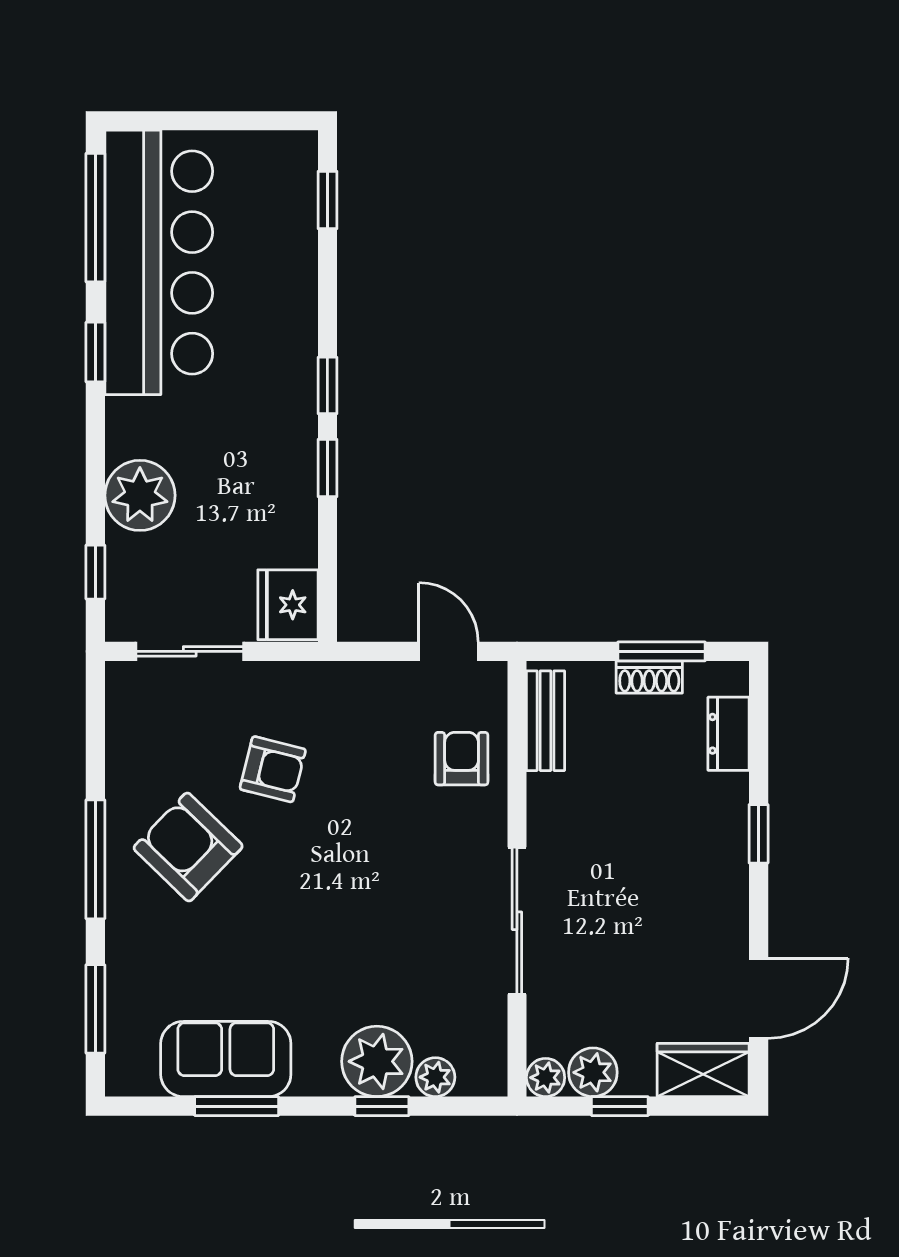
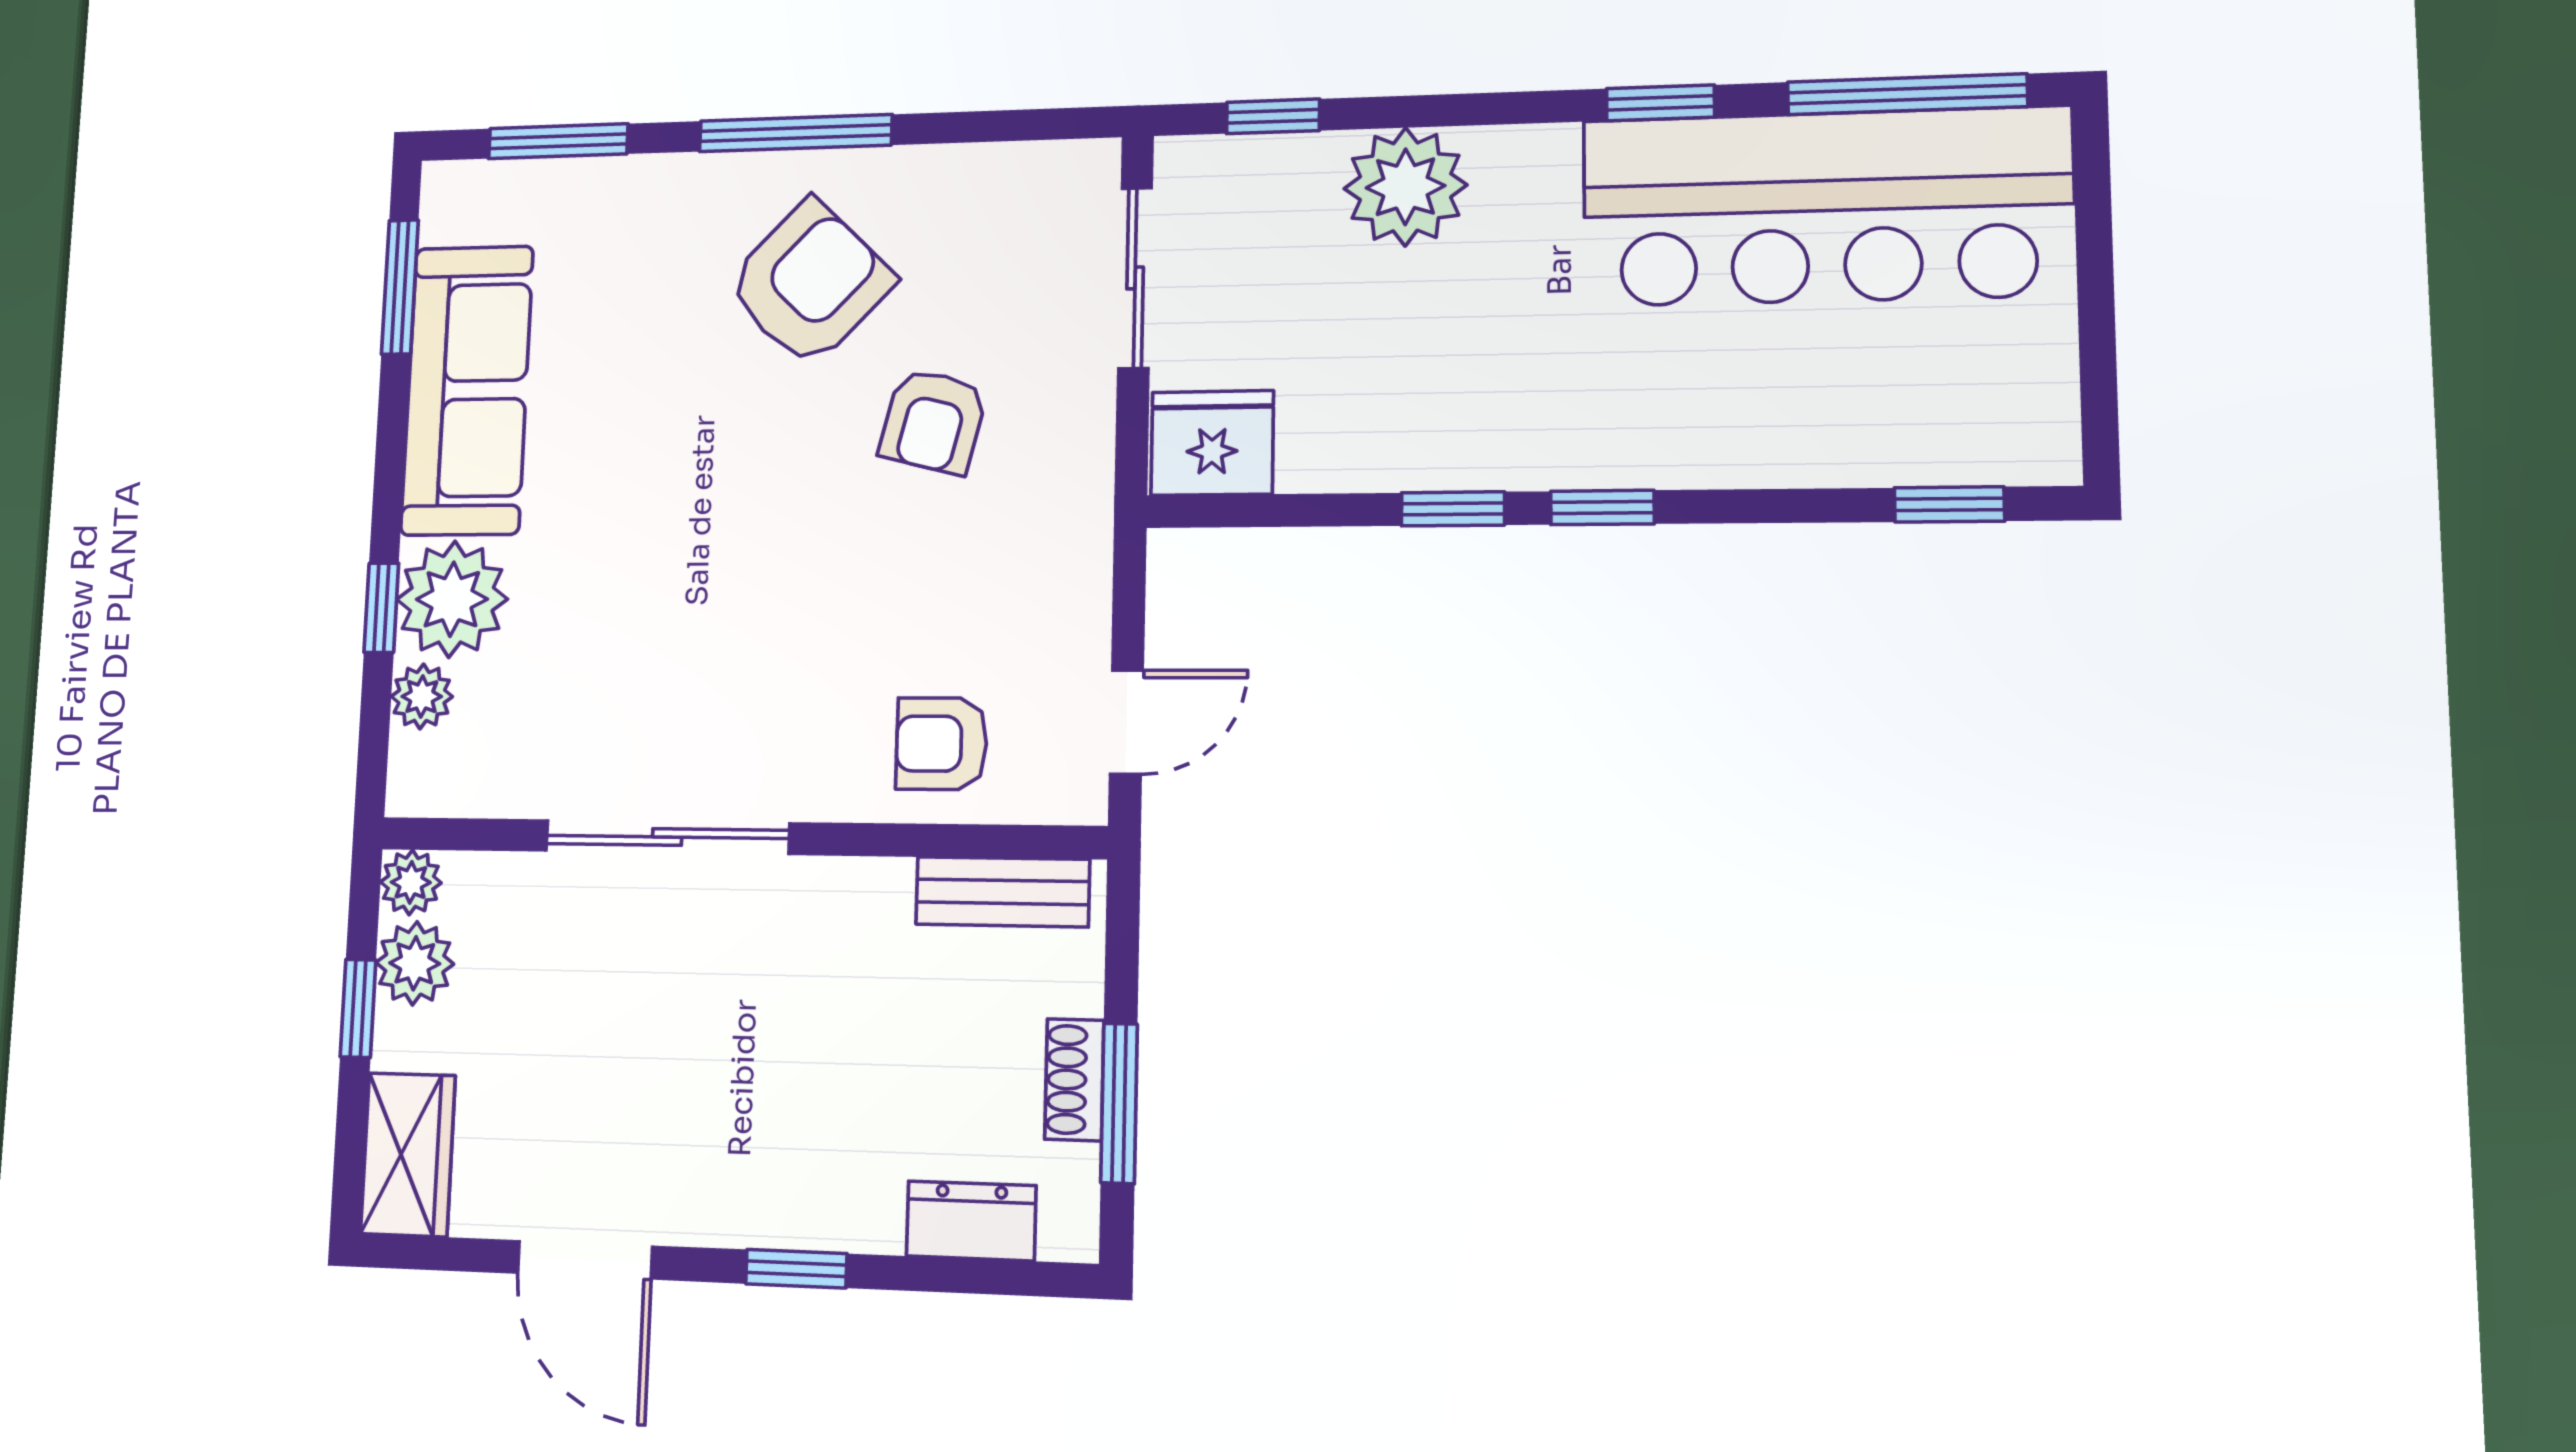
armchair: (462, 759) -> (941, 744), turned 180
door: (759, 998) -> (585, 1260), moved
sofa: (226, 1059) -> (467, 390), width x1.36
window: (237, 1106) -> (400, 287), moved

